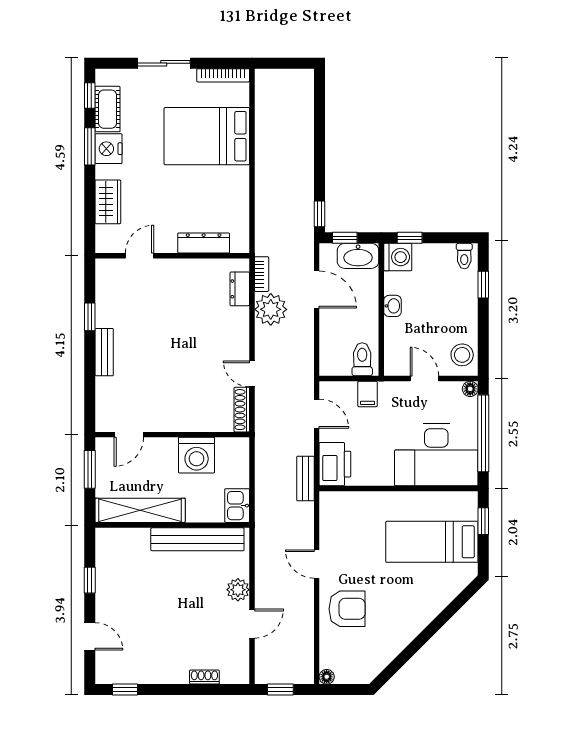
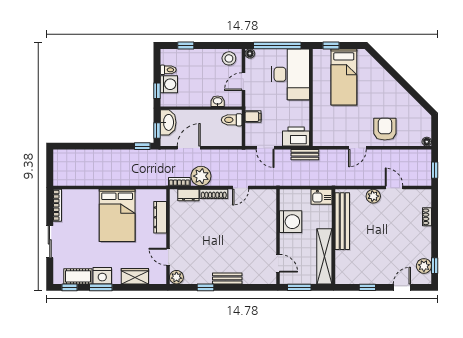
bed: (207, 136) -> (117, 215), moved
toilet: (464, 256) -> (168, 70), moved
washing machine: (398, 257) -> (169, 84), moved, turned 90
plant: (106, 269) -> (176, 277), added
washbasin: (393, 306) -> (218, 101), moved
shoe rack: (242, 410) -> (214, 194), moved
door: (317, 414) -> (265, 148), swing flipped
plant: (124, 672) -> (424, 266), added

